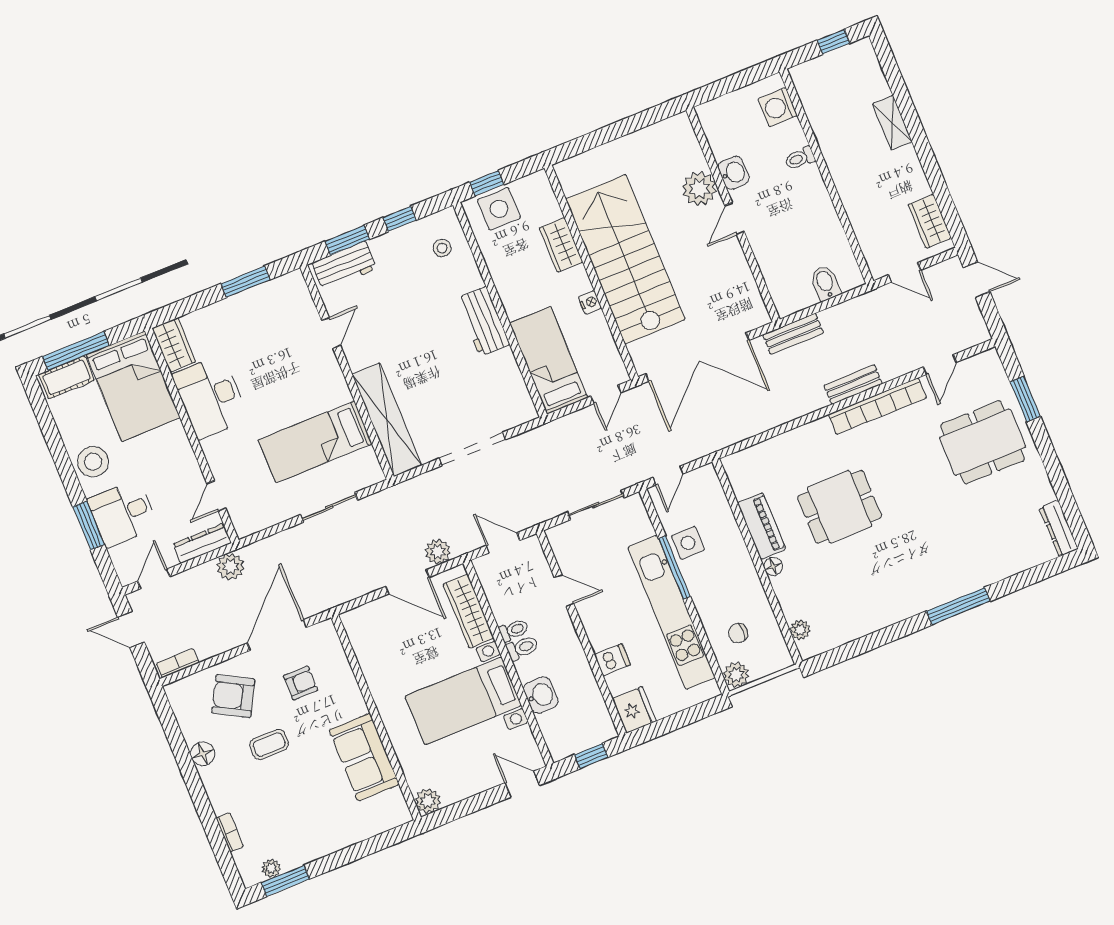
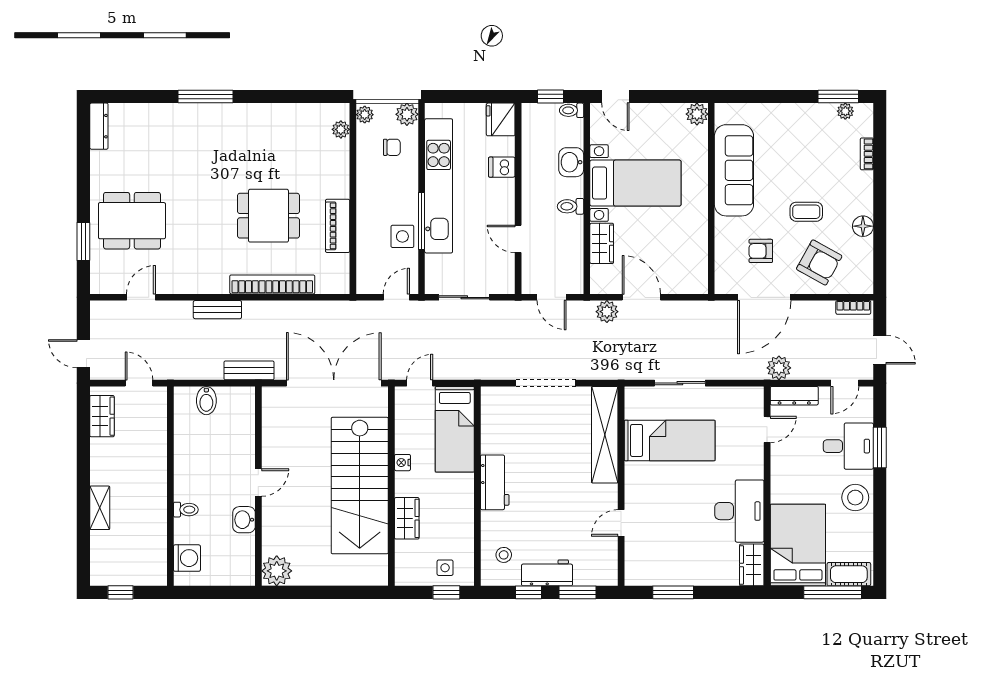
plant: (699, 189) -> (277, 571), moved
side table: (499, 209) -> (445, 568), width x0.54, depth x0.54
workbench: (344, 266) -> (547, 573), moved
bookcase: (877, 406) -> (272, 284), moved
floor lamp: (773, 566) -> (342, 189), removed
wardrobe: (469, 611) -> (602, 243), width x0.67
toilet: (514, 630) -> (572, 110), moved
plant: (781, 656) -> (365, 115), added
sofa: (364, 757) -> (734, 170), width x1.36

